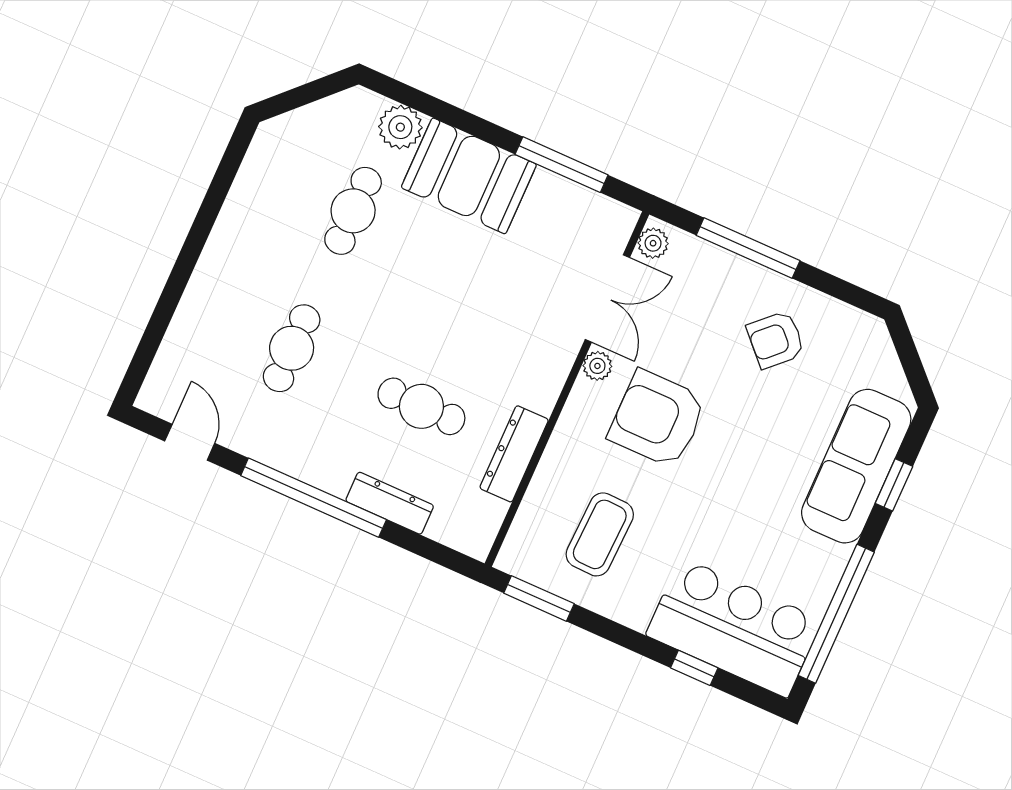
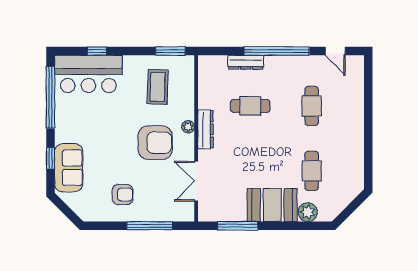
plant: (653, 243) -> (188, 211), removed
armchair: (776, 340) -> (123, 195), turned 44
plant: (597, 366) -> (188, 127), moved
dresser: (514, 454) -> (205, 129), moved
sofa: (856, 466) -> (69, 168), width x0.73

